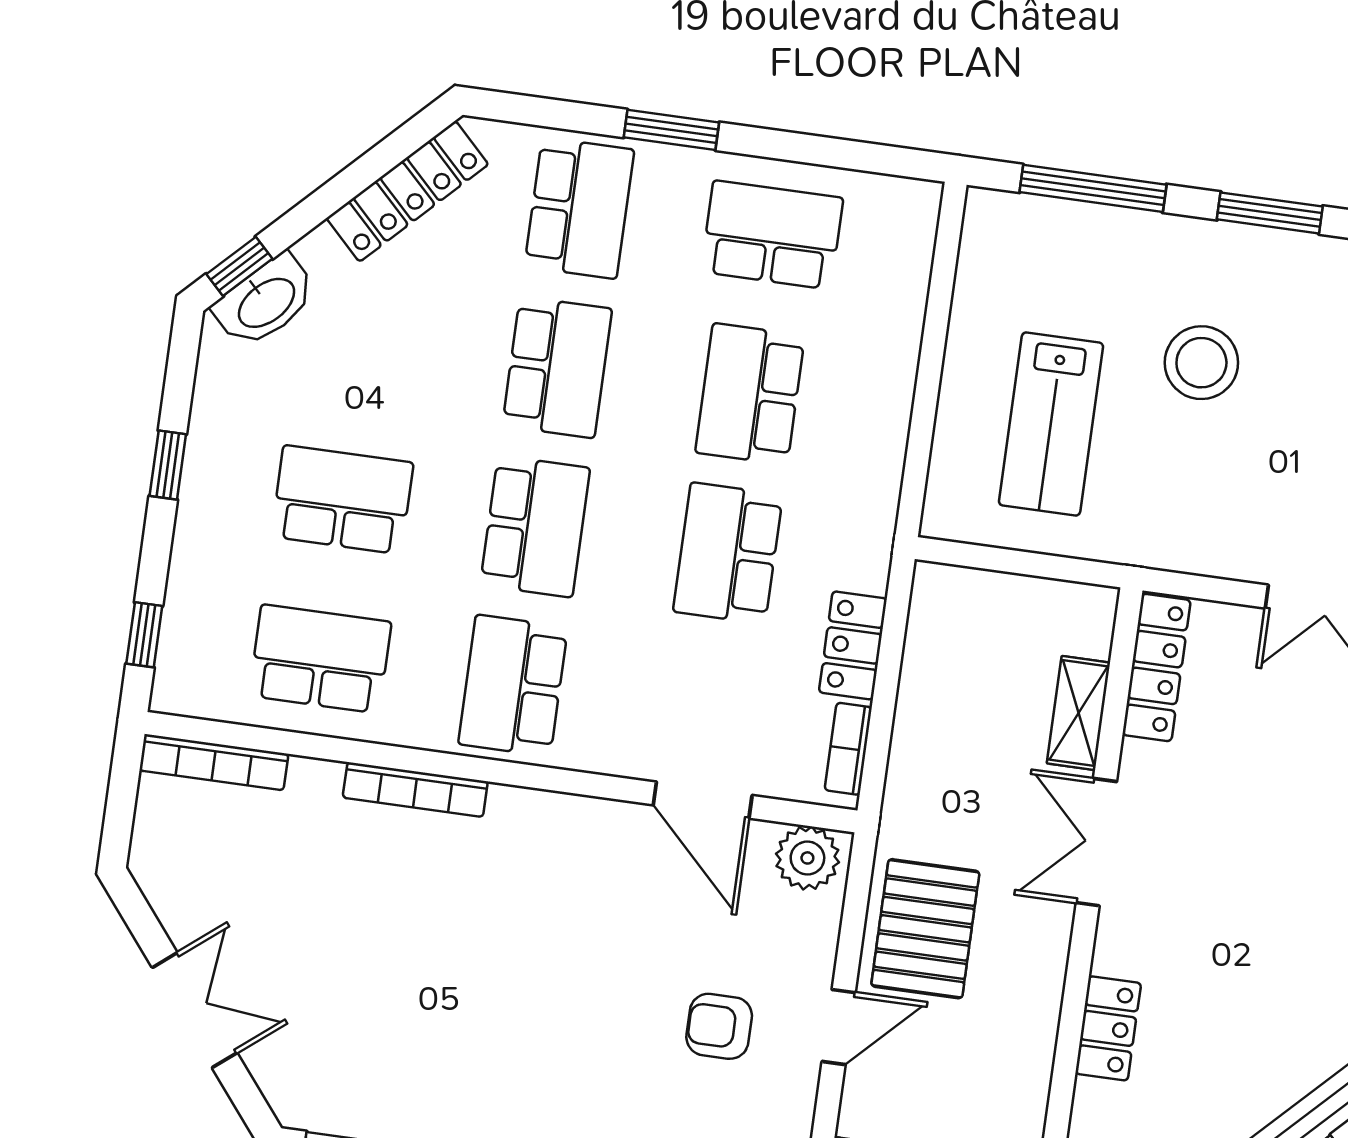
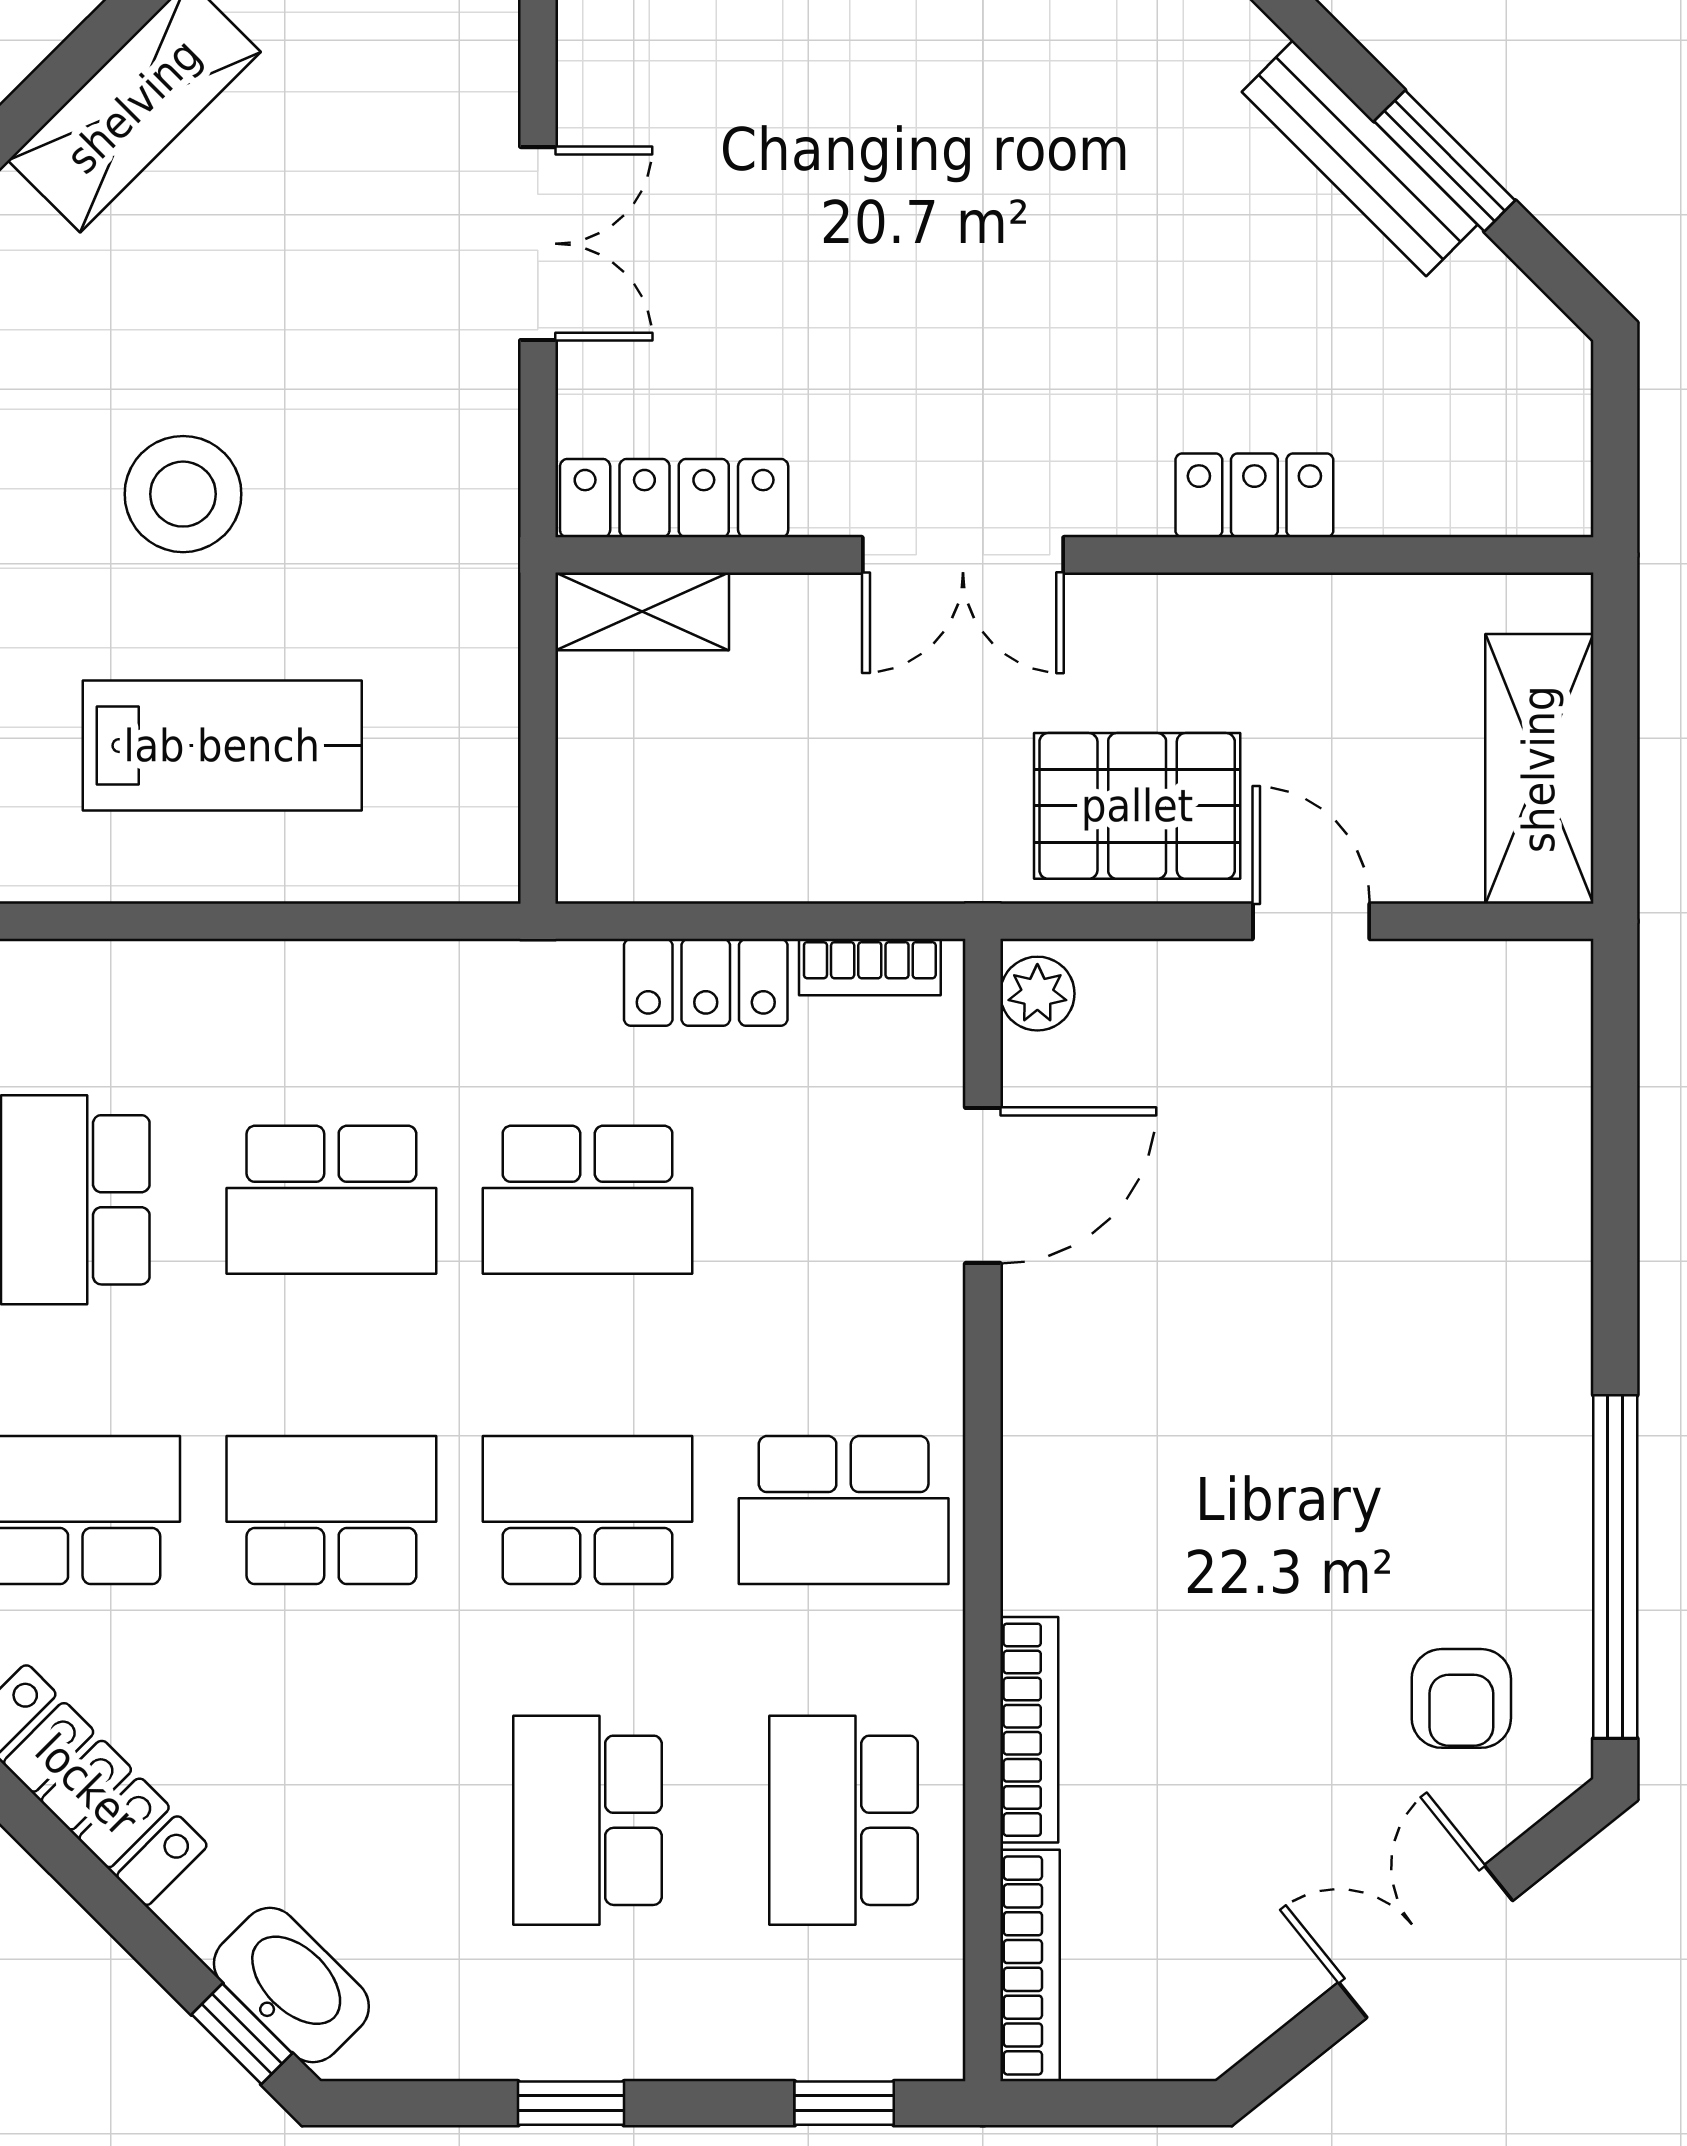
lab bench: (1051, 424) -> (222, 746), moved
shelving: (1078, 713) -> (642, 611), moved
bookcase: (415, 790) -> (1029, 1730), moved
plant: (807, 858) -> (1037, 994), width x0.73, depth x0.73
armchair: (719, 1026) -> (1461, 1698), moved

